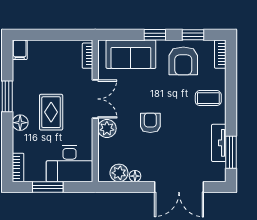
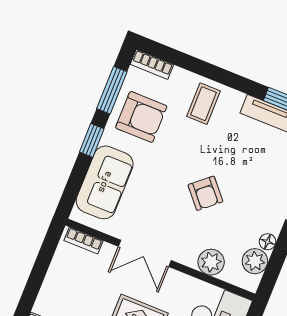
window: (193, 35) -> (112, 90), width x1.50
double door: (95, 99) -> (145, 253), swing flipped
armchair: (150, 123) -> (205, 193), turned -131
plant: (107, 128) -> (211, 262), moved

